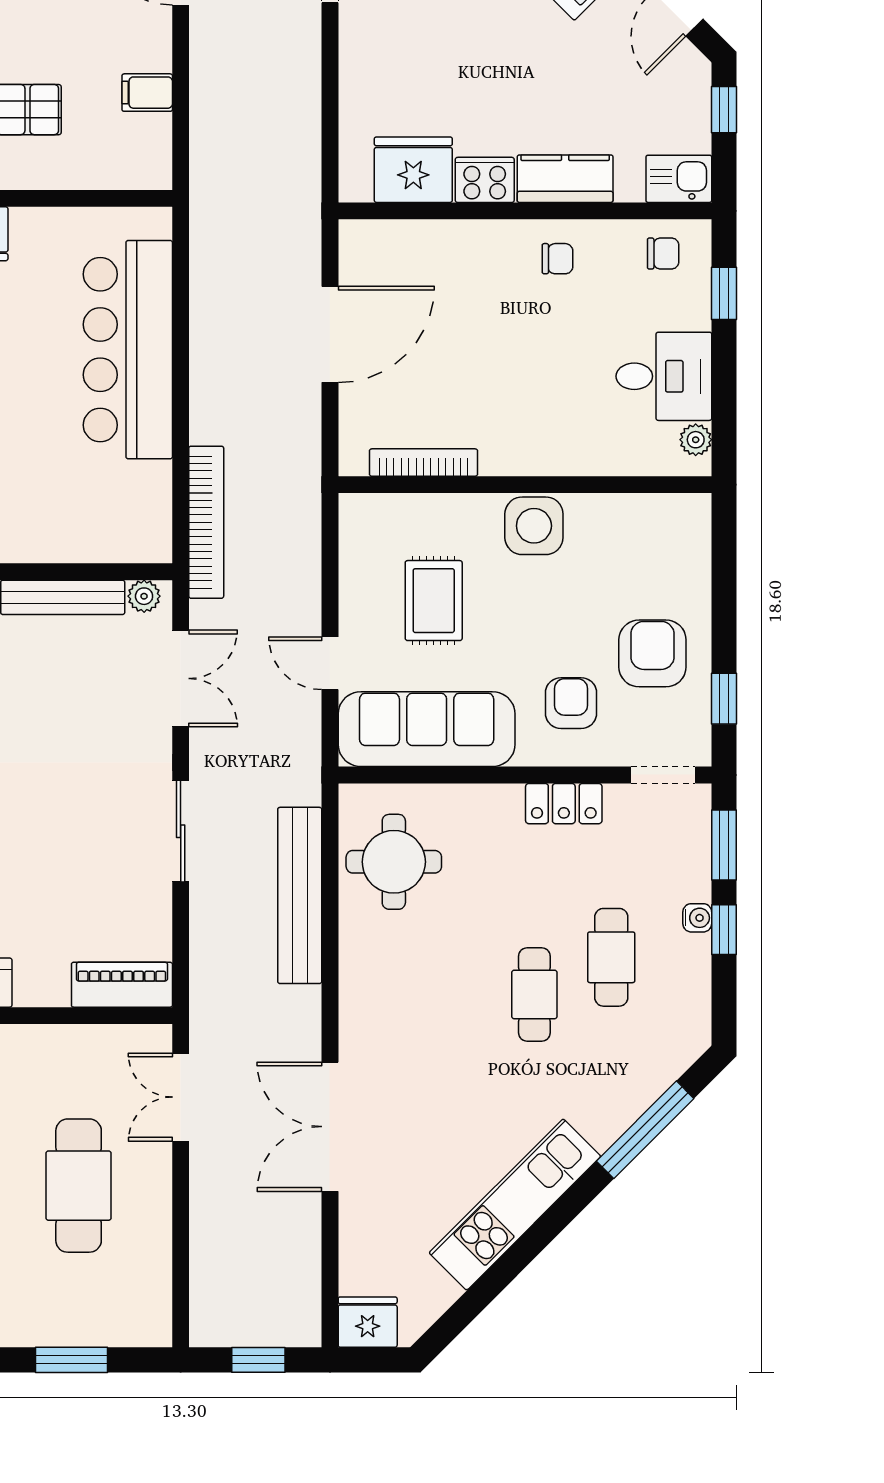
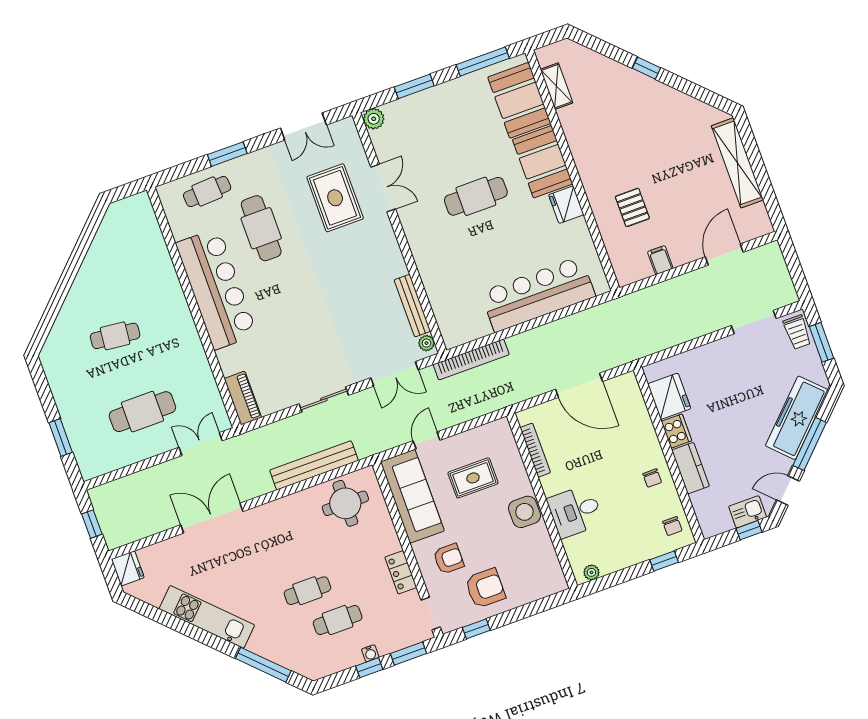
kitchen sink: (679, 179) -> (748, 512), moved, turned -90
desk: (664, 376) -> (575, 511), moved, turned 90

